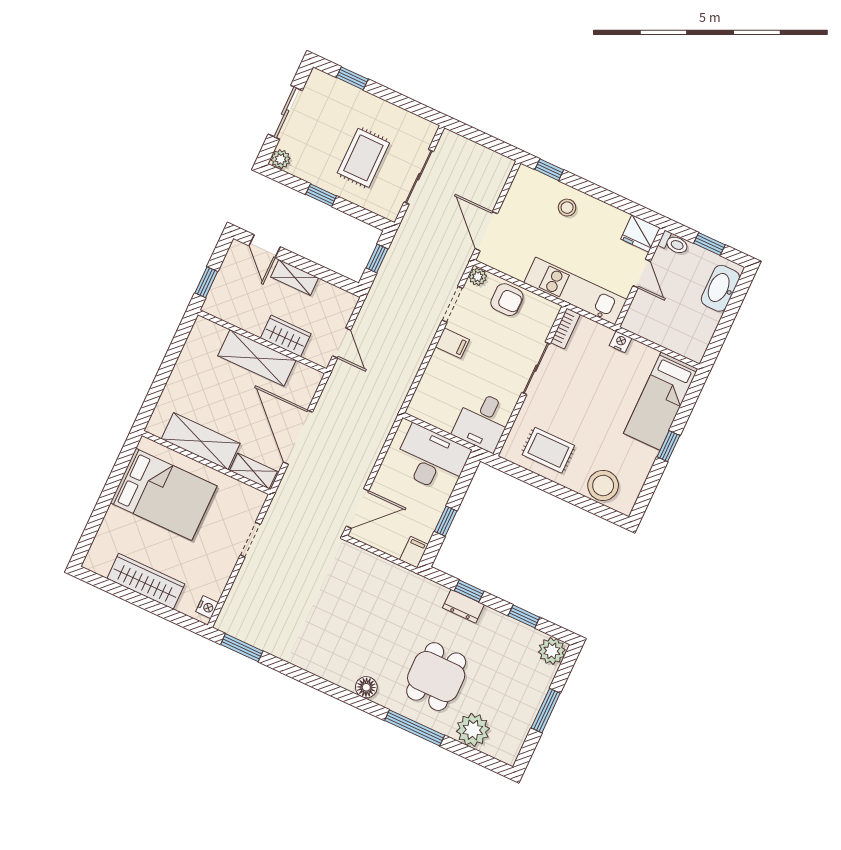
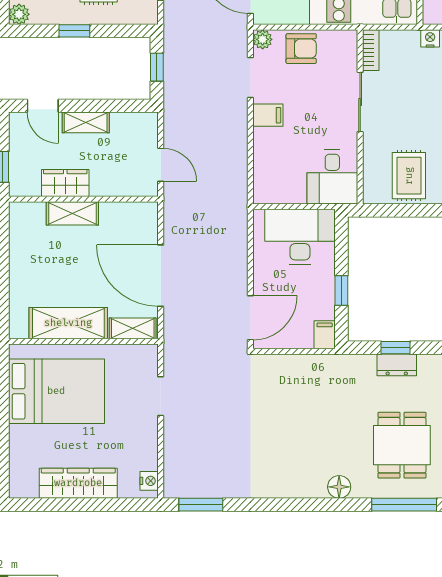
wardrobe: (286, 336) -> (65, 183), moved
shelving: (257, 358) -> (72, 213), width x0.67, depth x0.75
rug: (548, 450) -> (409, 176), turned 90

